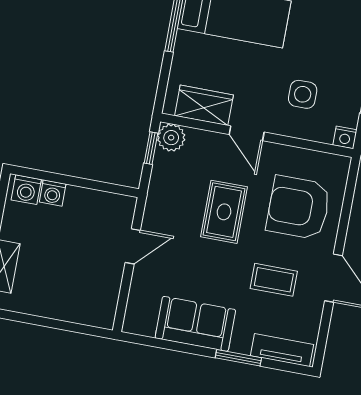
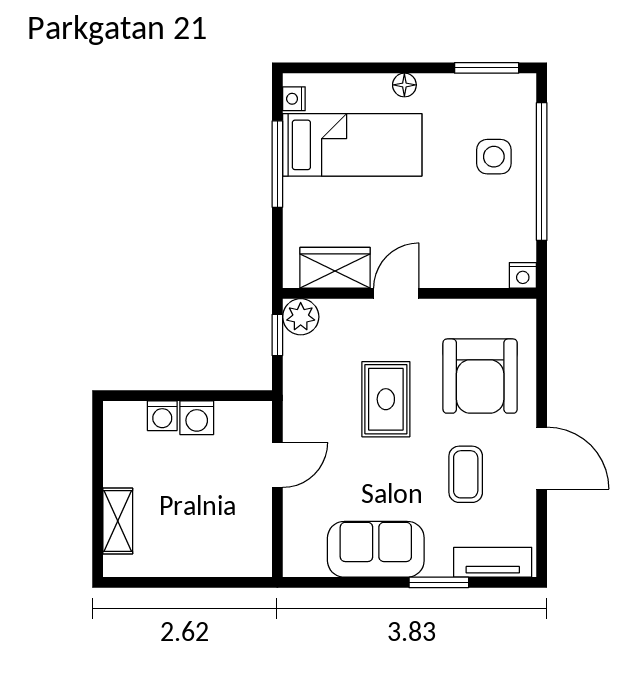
side table: (303, 94) -> (494, 157), moved
door: (247, 133) -> (396, 293), swing flipped
washing machine: (26, 190) -> (197, 418), moved
armchair: (298, 208) -> (480, 376), turned -90
coffee table: (274, 280) -> (466, 474), turned 90

